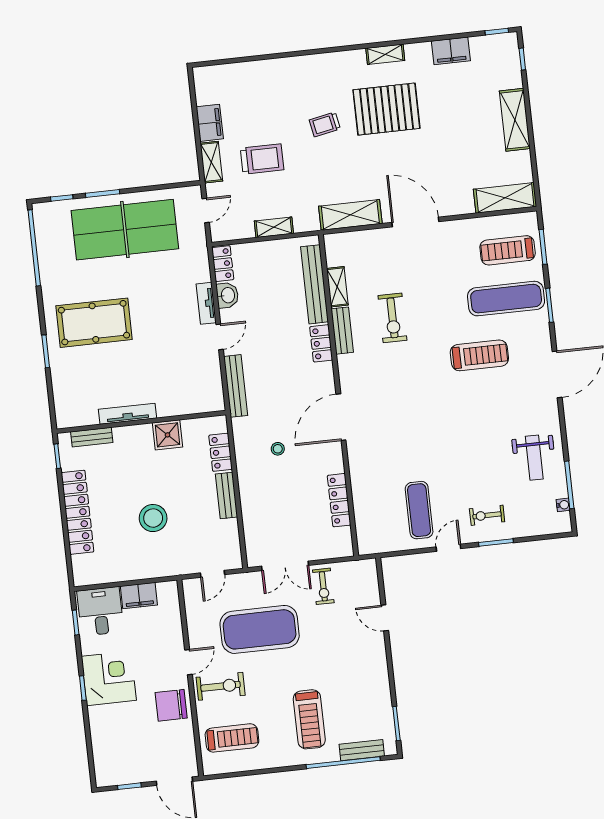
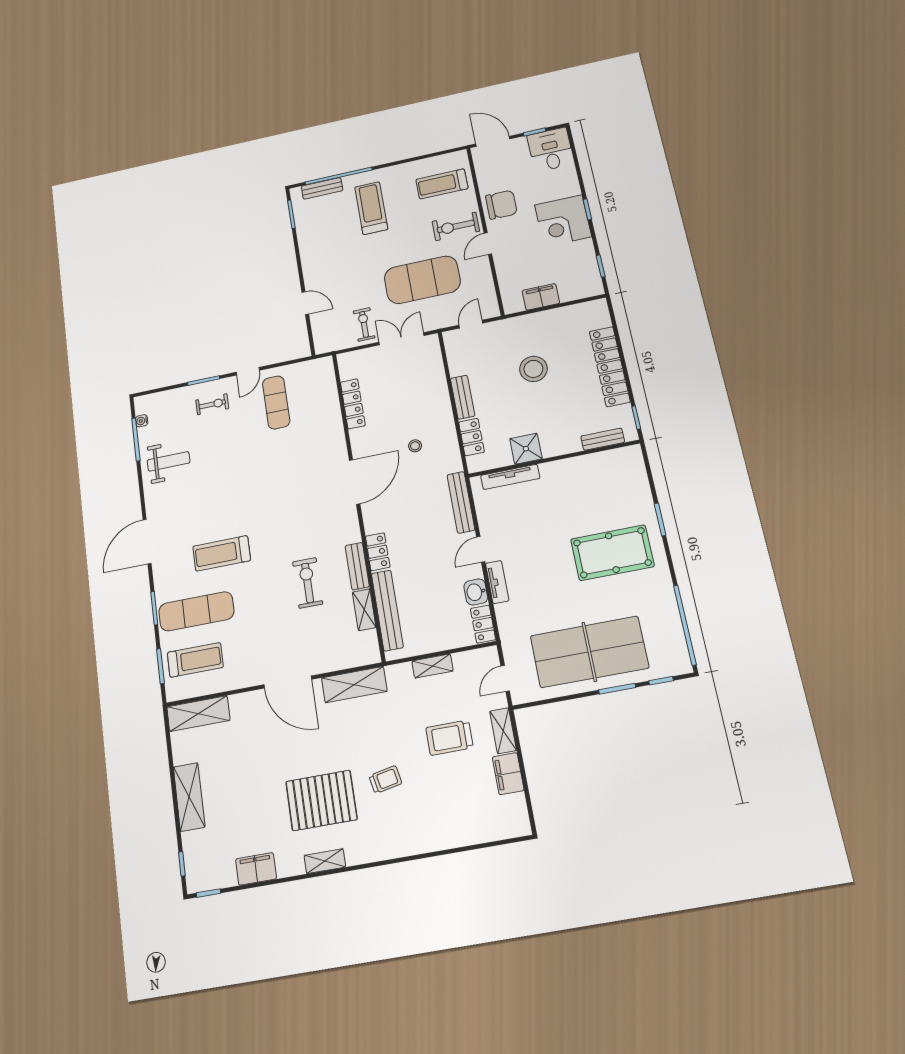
tv unit: (127, 414) -> (510, 477), moved
weight bench: (534, 458) -> (169, 461), turned 90
desk: (100, 611) -> (551, 150), moved, turned 180

